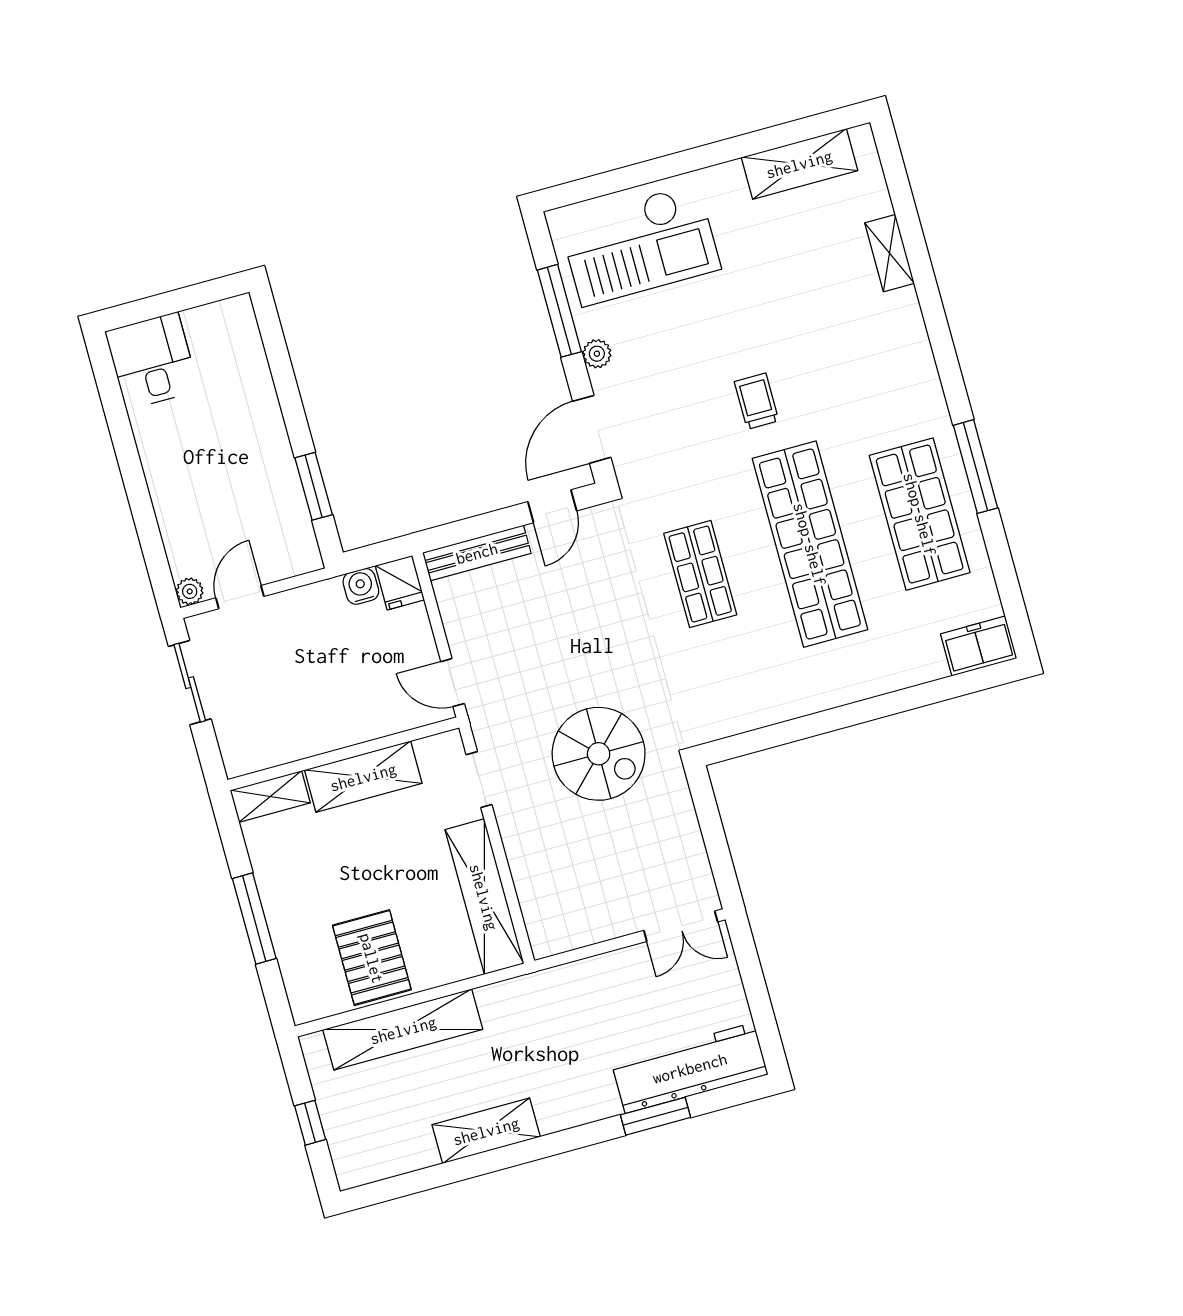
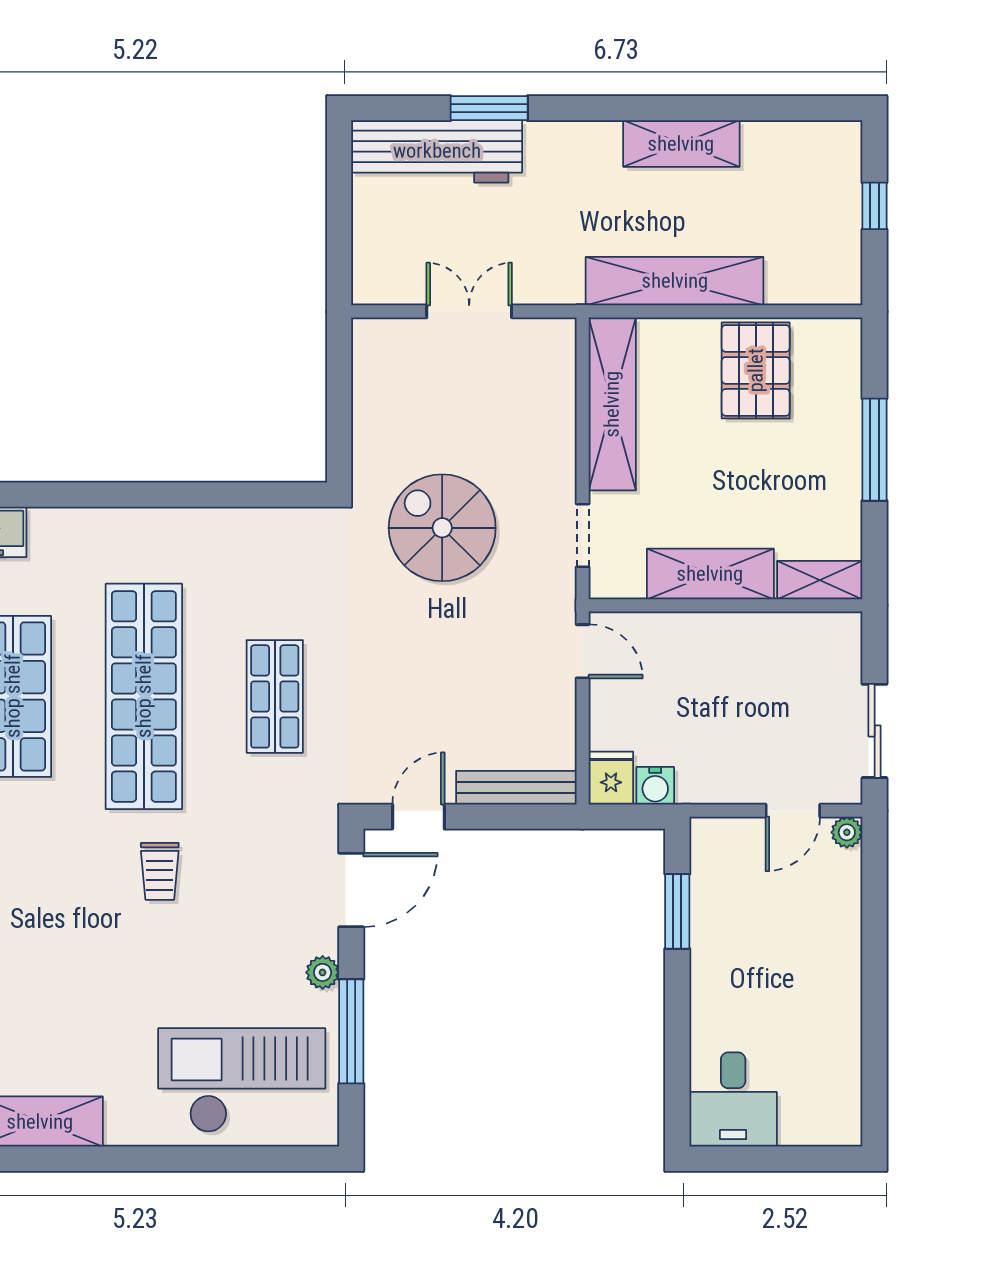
desk: (152, 361) -> (733, 1100), moved
double door: (681, 926) -> (469, 311), moved
shelving: (403, 1030) -> (675, 281), moved

